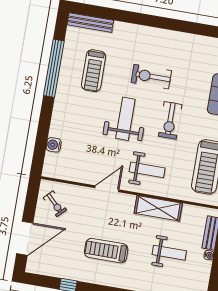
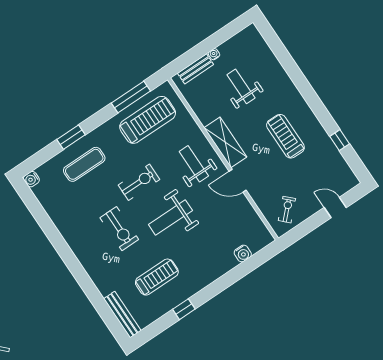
window: (54, 68) -> (184, 309), width x0.32
shelving: (158, 208) -> (225, 142), moved
door: (25, 238) -> (335, 207), width x0.53
treadmill: (106, 251) -> (285, 136), turned 180

